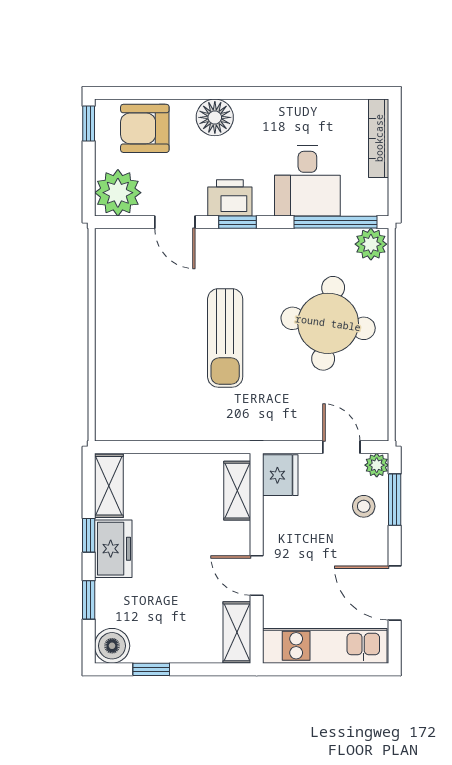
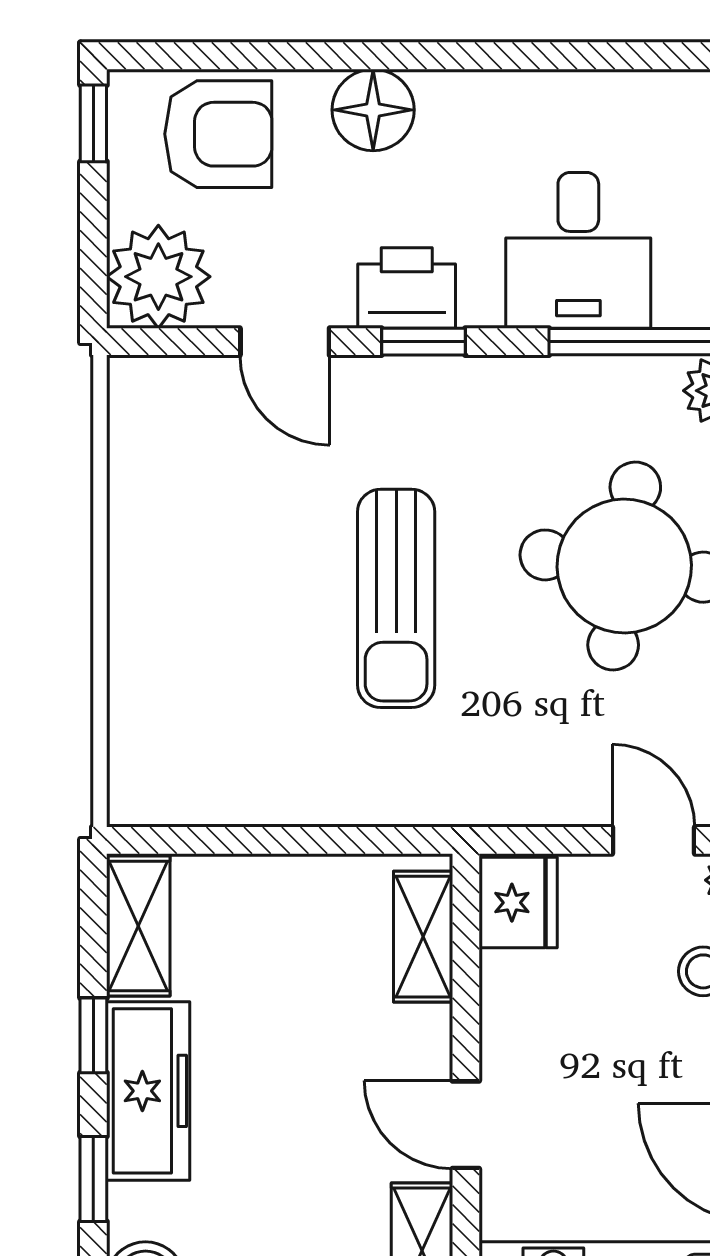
armchair: (145, 128) -> (218, 134), turned 180
freezer: (113, 549) -> (148, 1091), width x1.40

